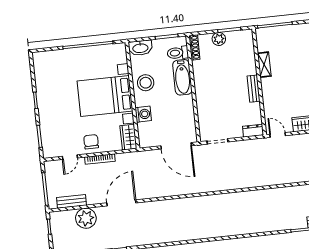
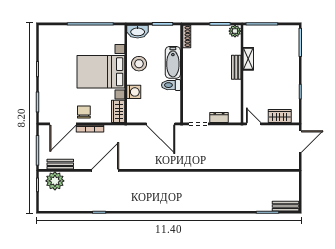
plant: (219, 39) -> (235, 31), moved
toilet: (178, 53) -> (171, 85), moved
bench: (253, 89) -> (236, 67), moved
dresser: (253, 131) -> (219, 118), moved
door: (70, 157) -> (63, 124), width x1.87
plant: (86, 218) -> (55, 181), moved

